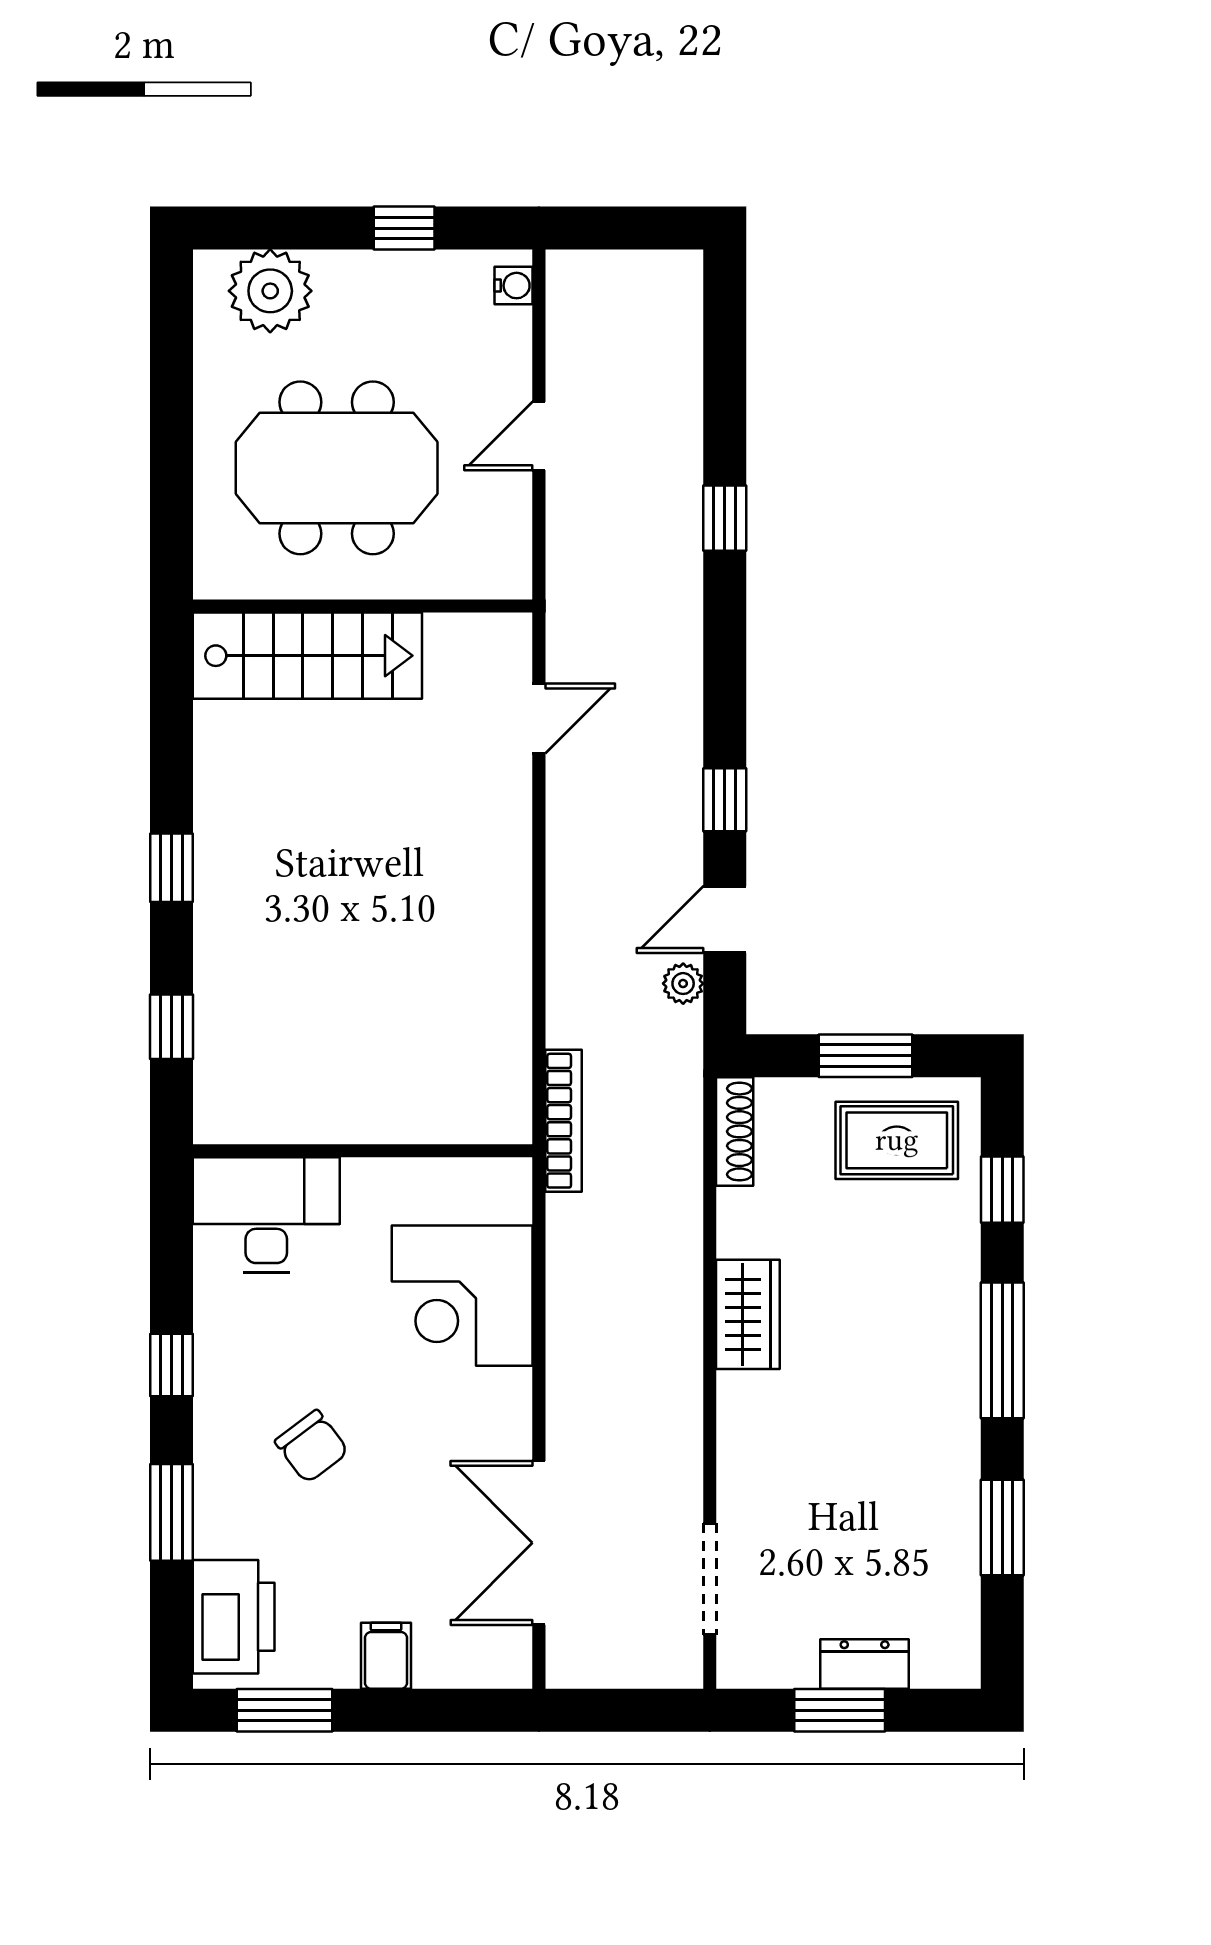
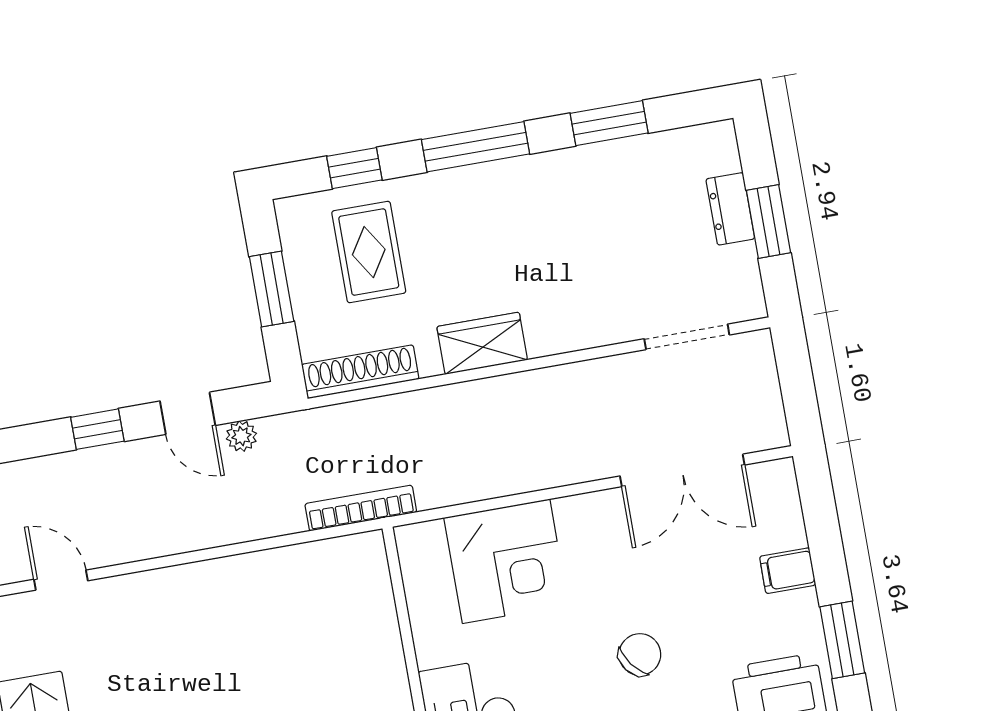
shoe rack: (735, 1131) -> (360, 372), width x1.36, depth x1.24
rug: (897, 1140) -> (369, 252), moved

